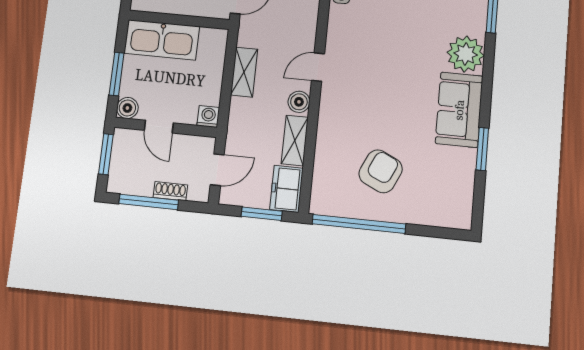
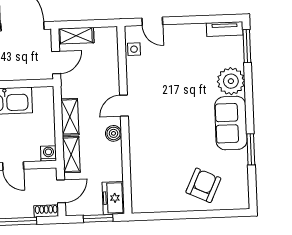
shelving: (295, 140) -> (71, 155), moved
armchair: (381, 171) -> (203, 185), moved
shoe rack: (170, 191) -> (46, 211), moved
window: (359, 224) -> (169, 216), removed

